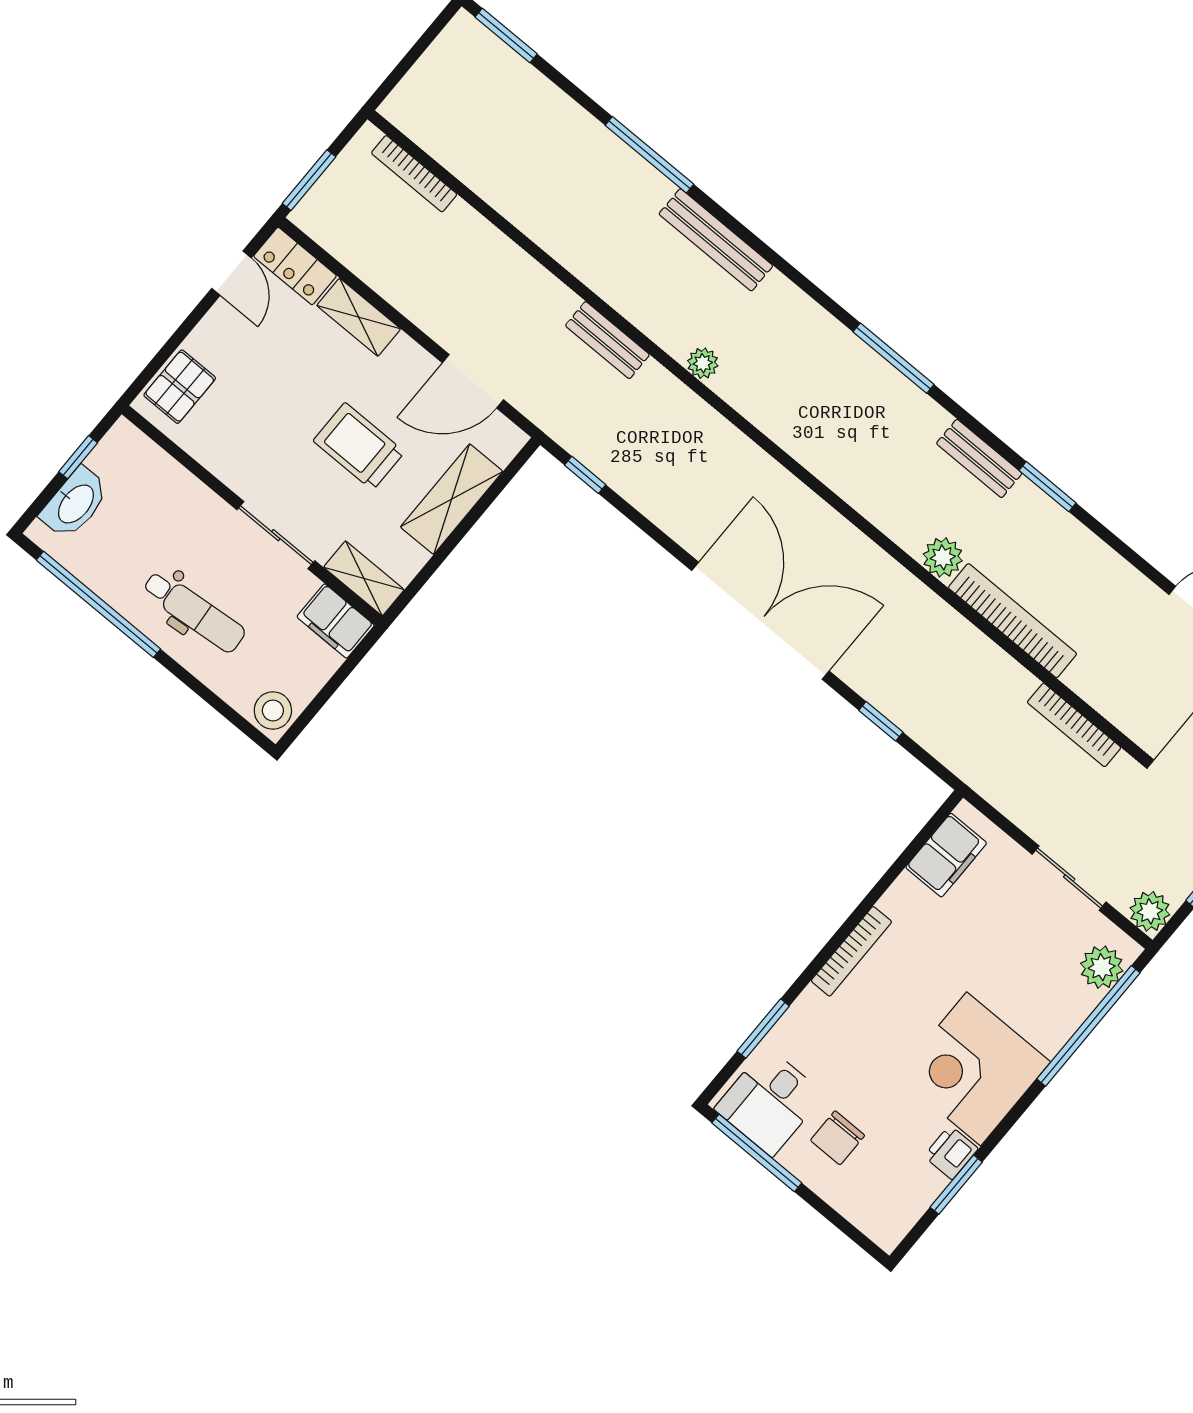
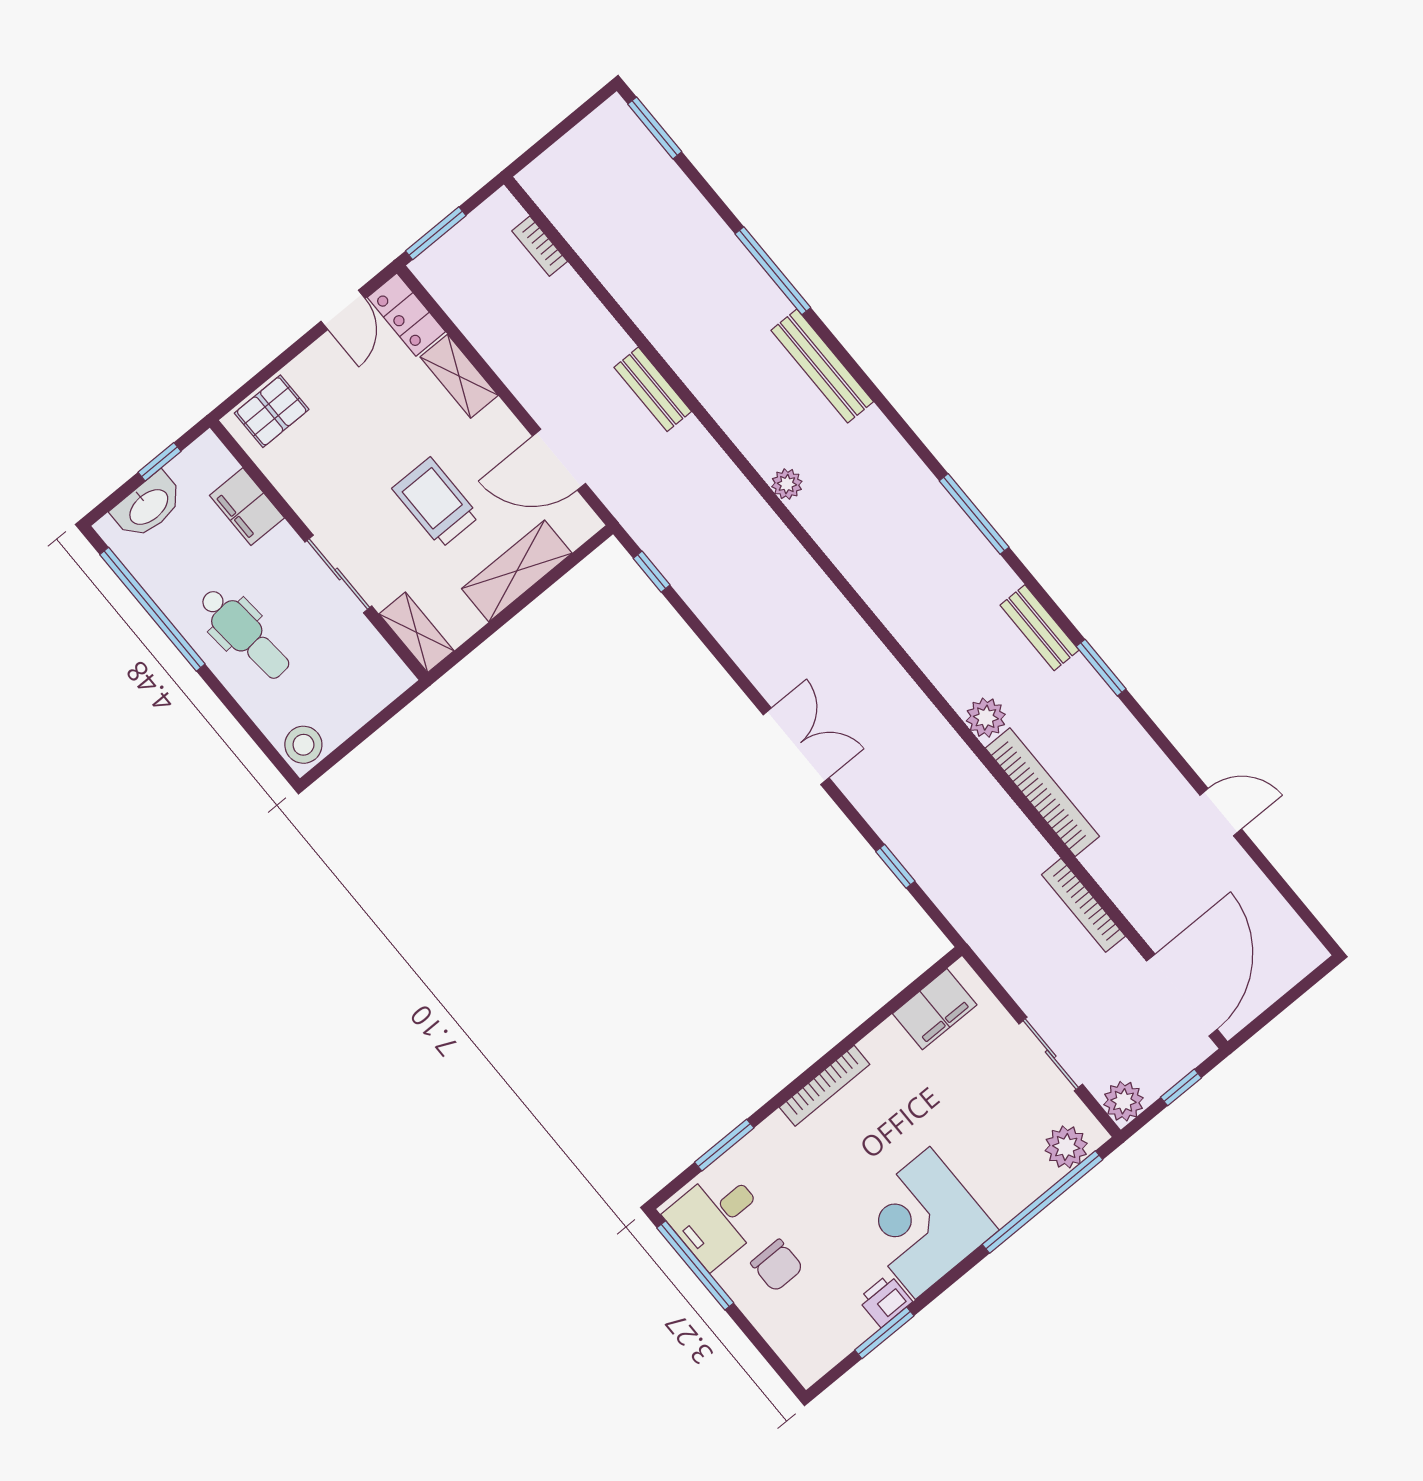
bookcase: (414, 174) -> (540, 246), width x0.64
bench: (607, 340) -> (653, 389), moved
filing cabinet: (336, 621) -> (247, 507), moved
double door: (760, 621) -> (796, 746), width x0.54
chair: (838, 1138) -> (777, 1265), turned -90

